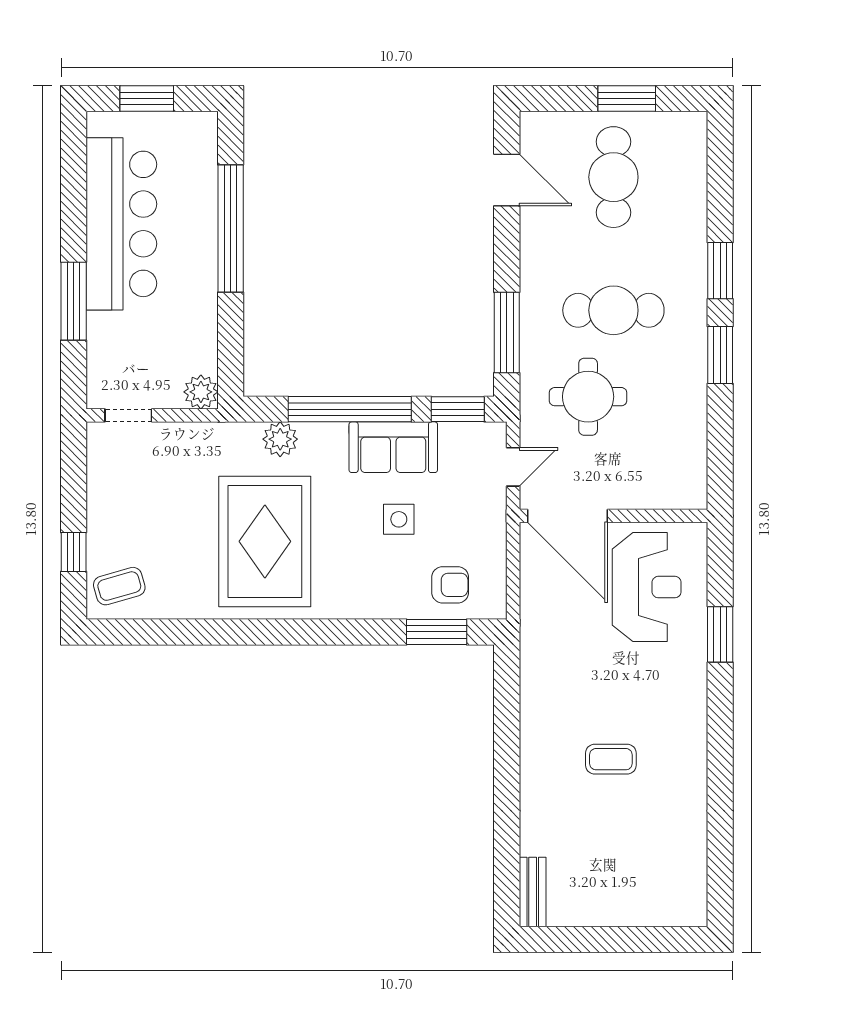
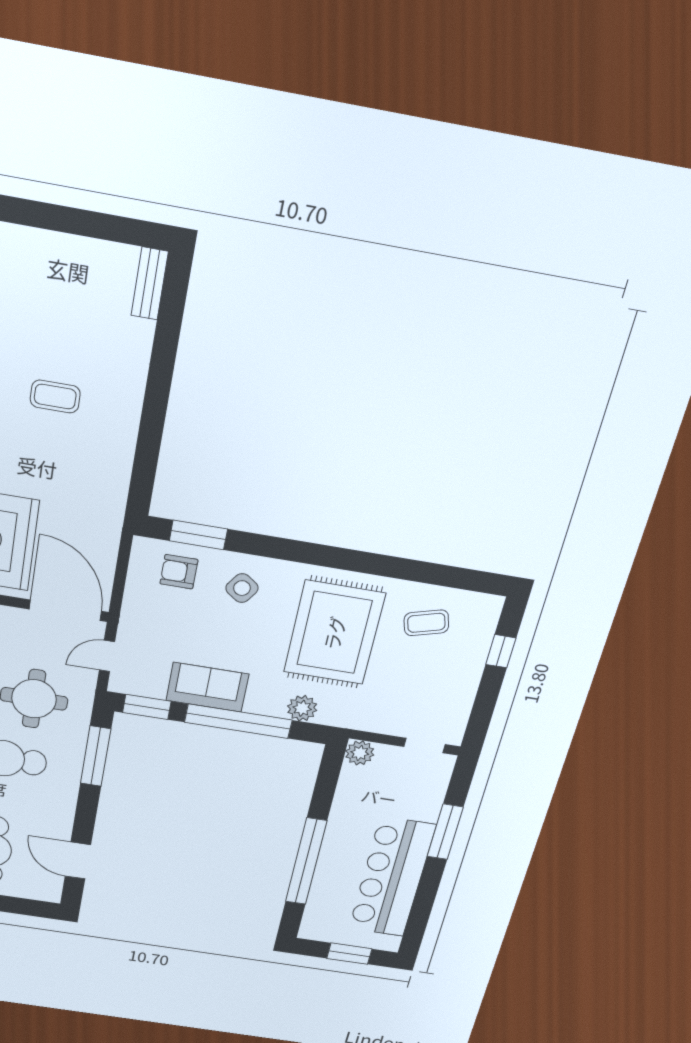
side table: (399, 519) -> (242, 588), moved, turned 35
coffee table: (119, 586) -> (426, 623), moved

